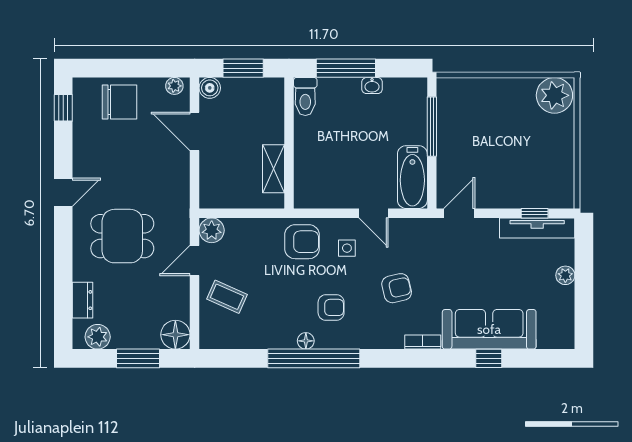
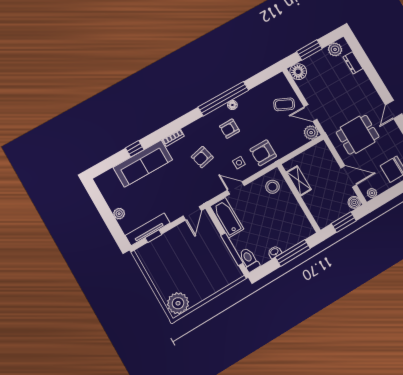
toilet: (305, 96) -> (249, 260), moved
stool: (318, 183) -> (272, 187), added
dining table: (122, 236) -> (358, 135), moved
door: (195, 260) -> (311, 113), swing flipped

